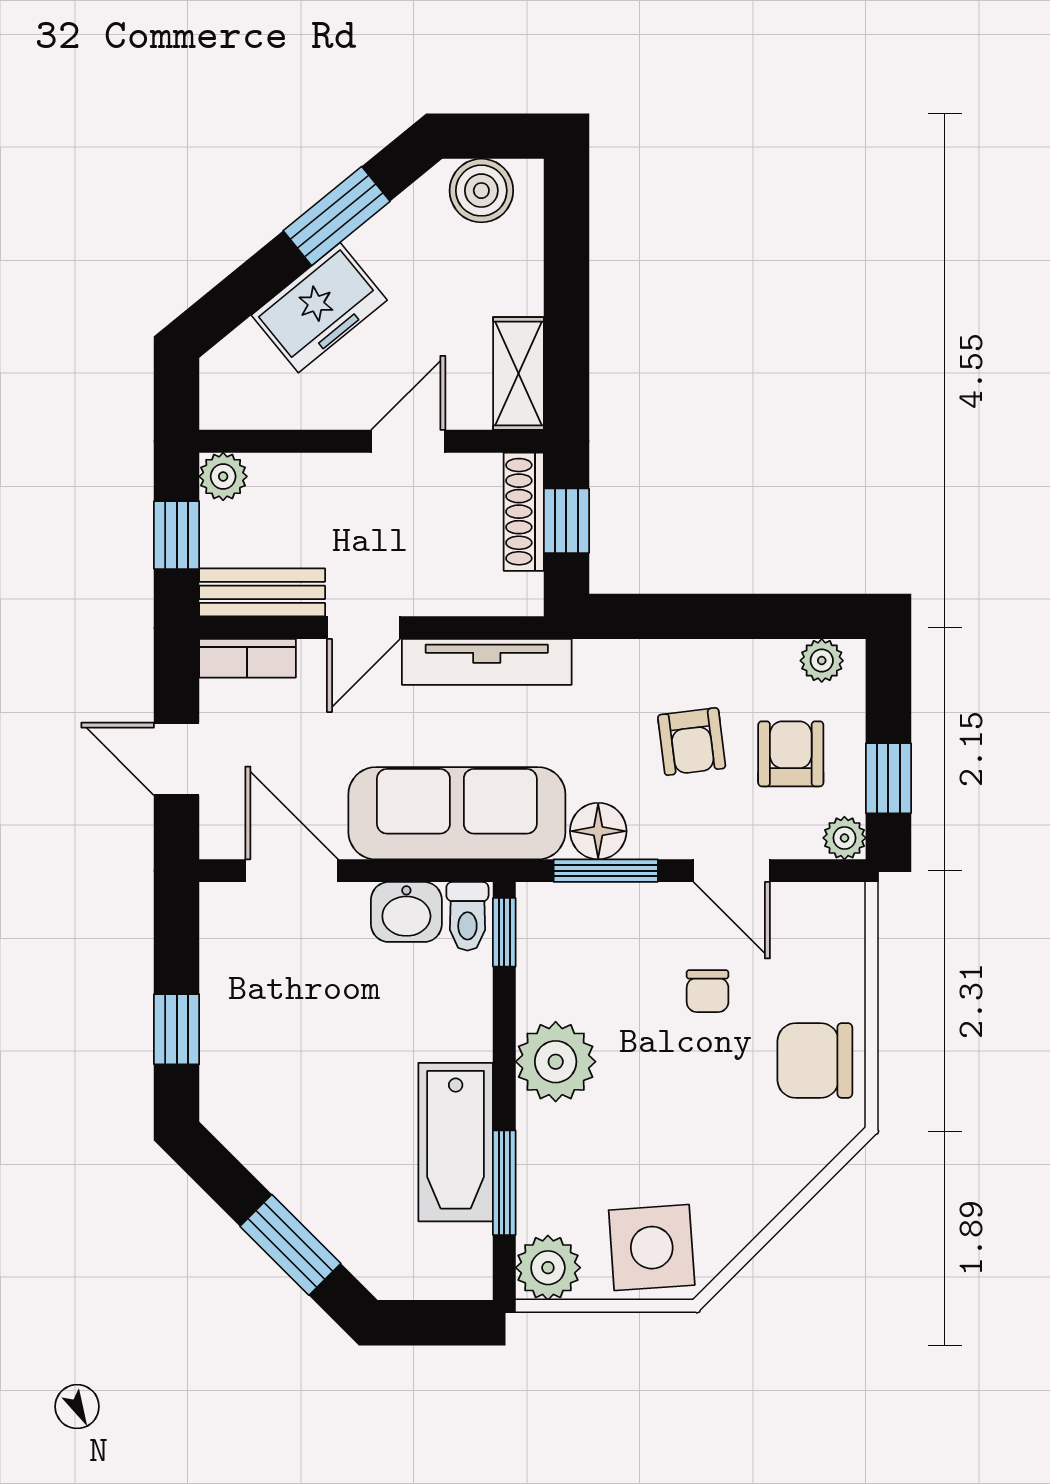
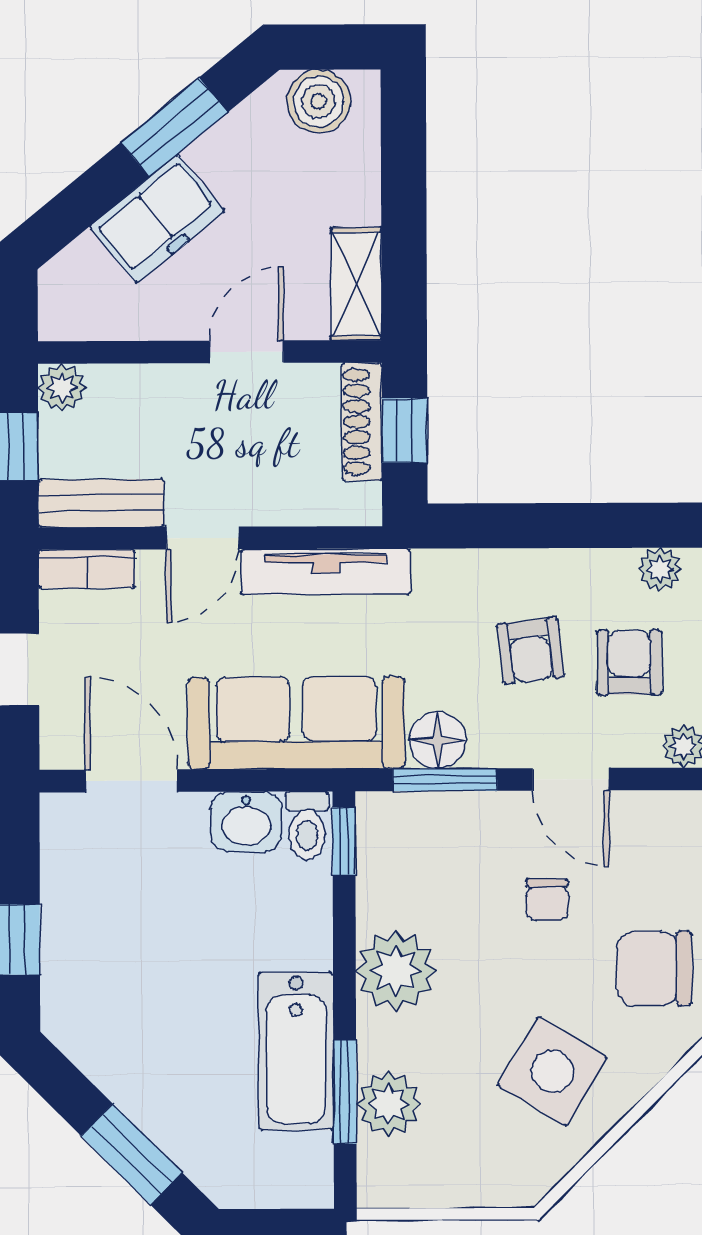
side table: (652, 1248) -> (552, 1071), moved, turned 35
plant: (548, 1268) -> (389, 1104), moved

